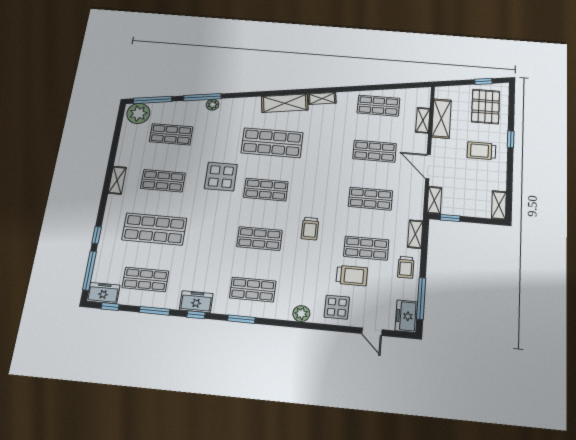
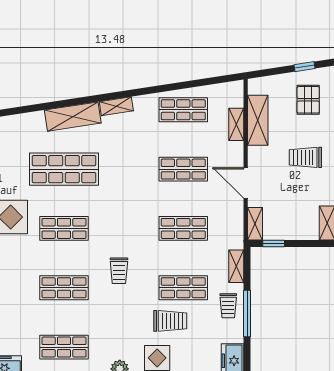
pallet: (486, 107) -> (308, 100), width x0.67, depth x0.71
window: (421, 298) -> (247, 313), moved

